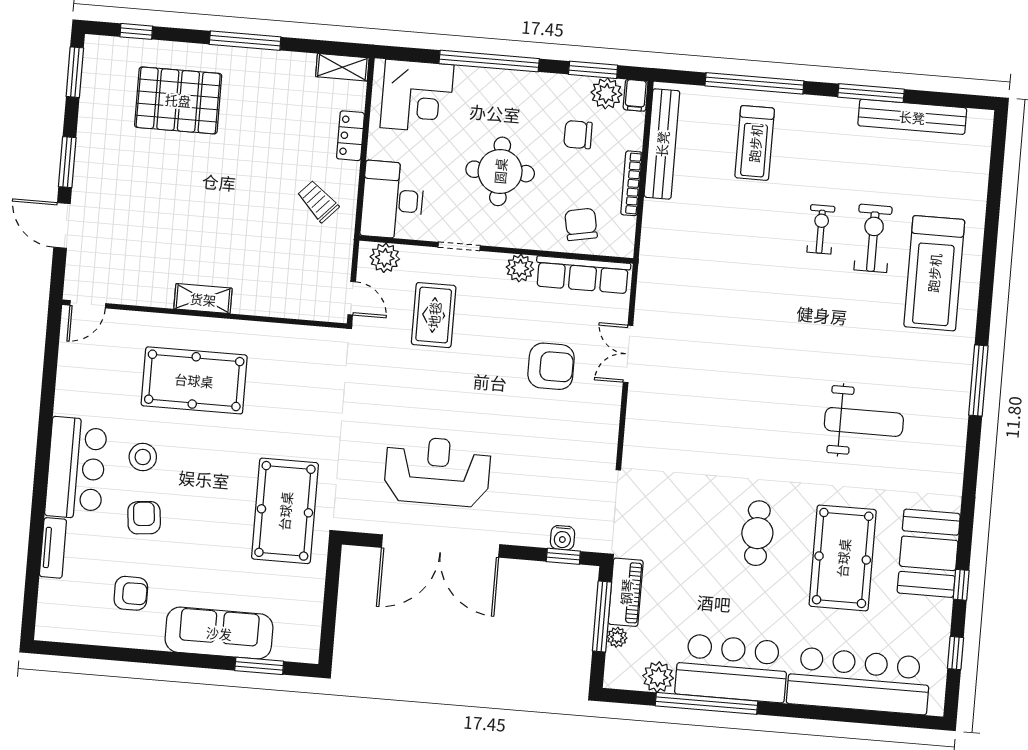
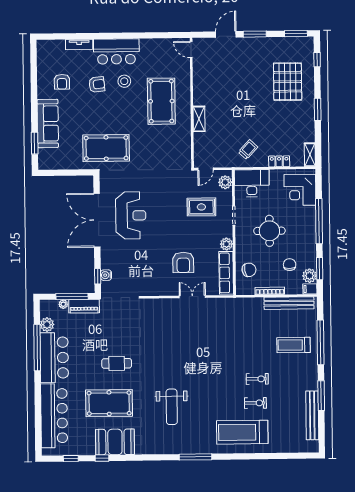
window: (245, 41) -> (318, 109), width x0.69
exercise bike: (873, 238) -> (255, 403), width x0.73, depth x0.72
shelving: (203, 299) -> (199, 119), moved

